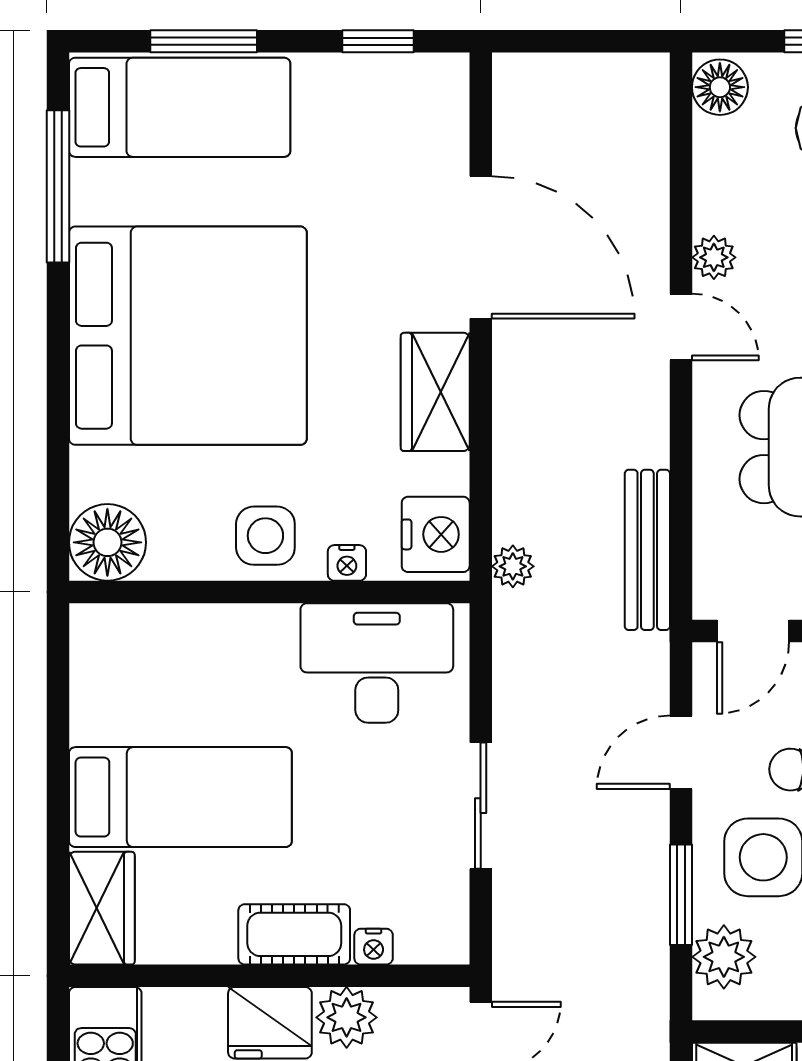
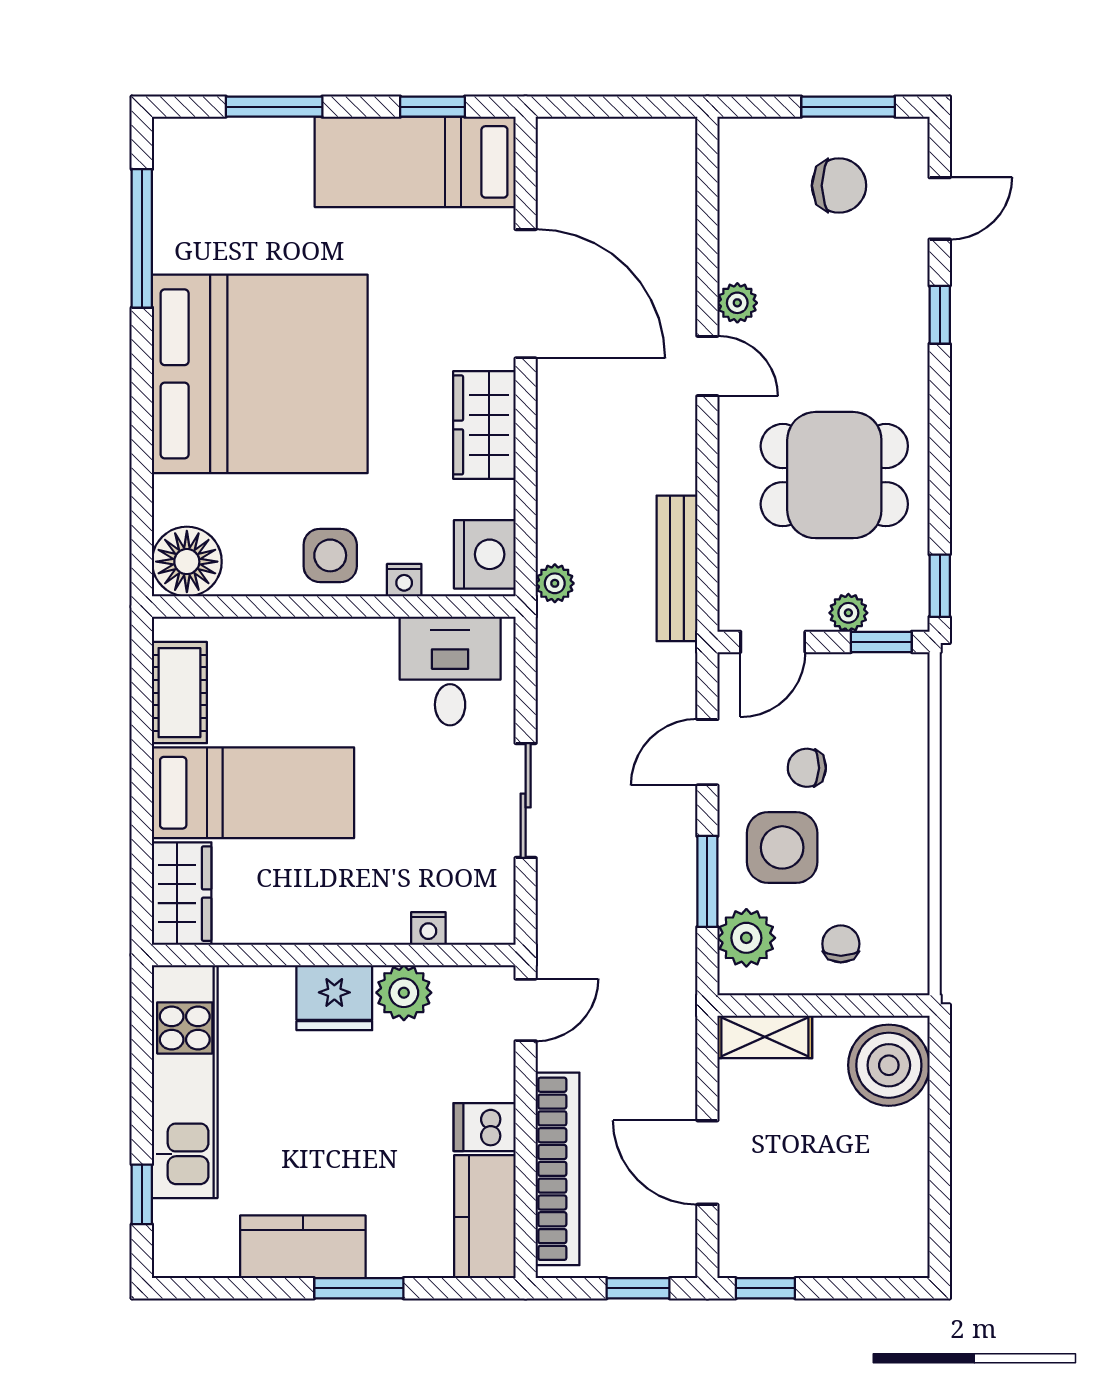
floor lamp: (720, 87) -> (743, 148), removed
bed: (180, 107) -> (415, 162), moved, turned 180
desk: (377, 663) -> (450, 671), width x0.73
cot: (294, 934) -> (179, 693), moved, turned 90

